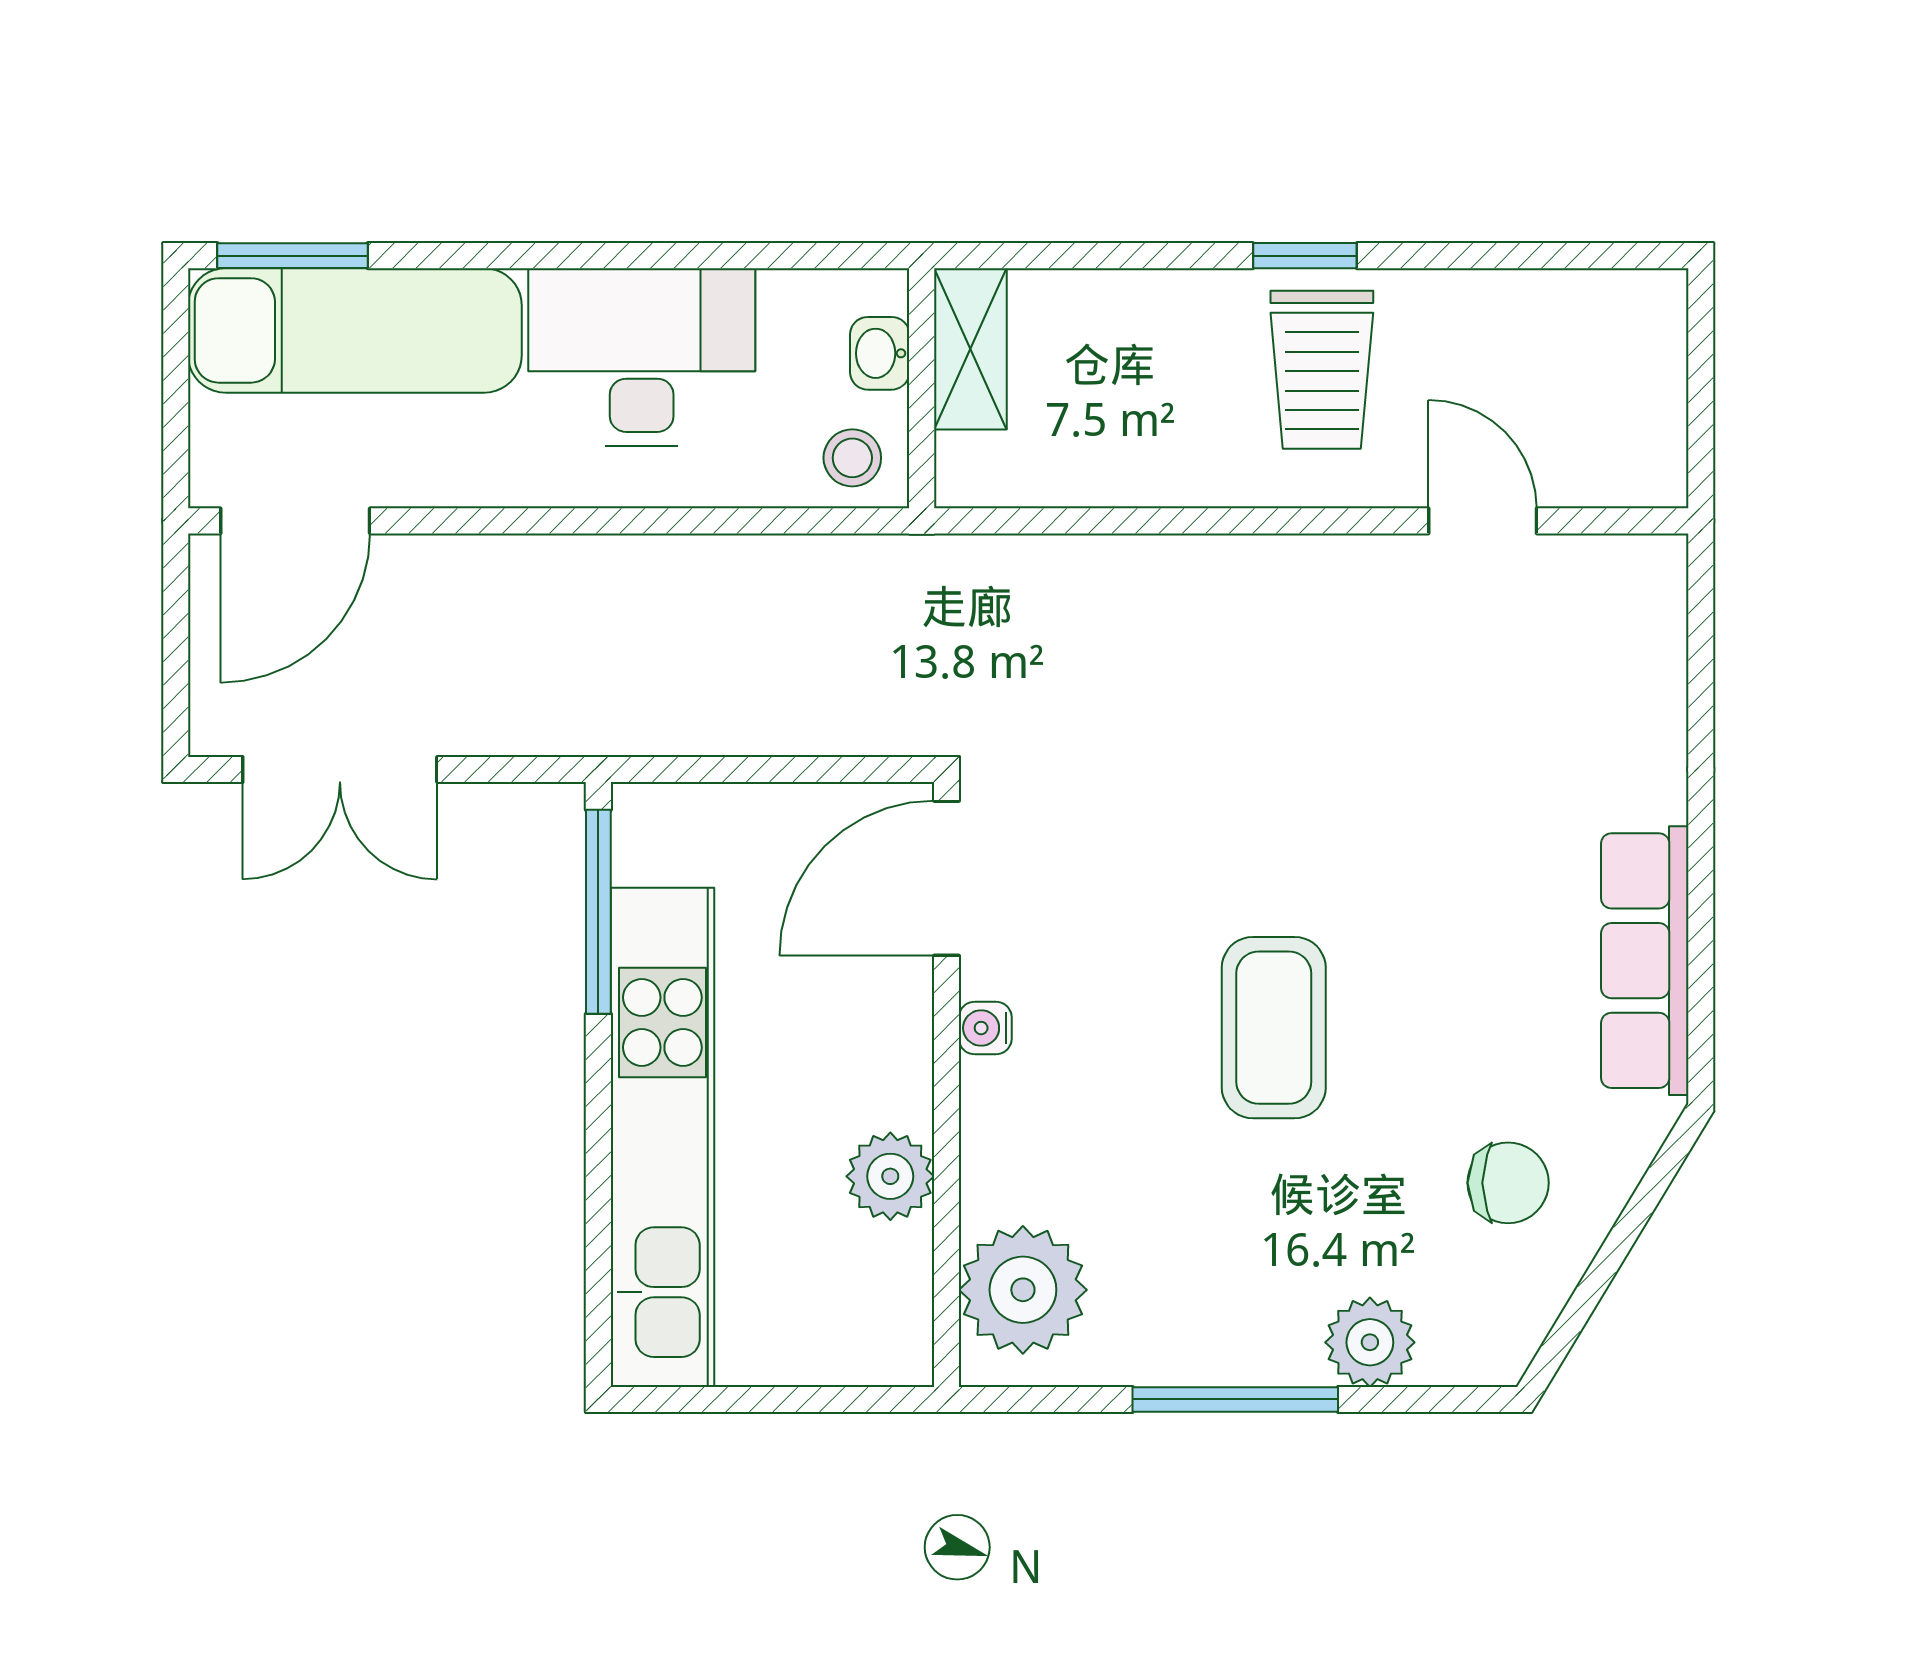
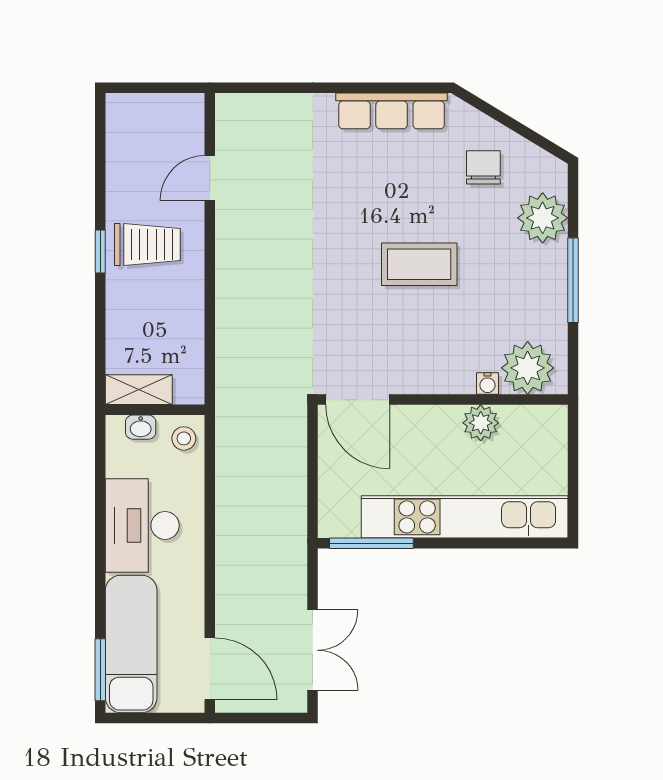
water cooler: (985, 1028) -> (487, 383), moved
plant: (1370, 1342) -> (543, 218), width x1.36, depth x1.36

